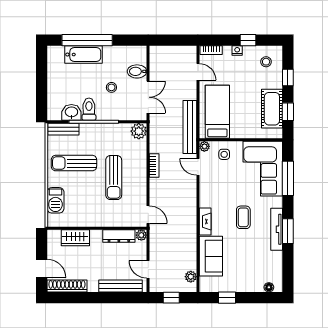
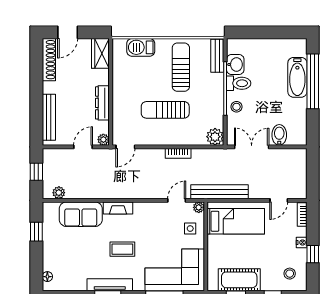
stool: (111, 87) -> (236, 107), moved
double door: (148, 97) -> (252, 147), swing flipped
dresser: (119, 236) -> (102, 103), moved
wardrobe: (75, 238) -> (100, 53), moved
door: (148, 269) -> (83, 147), moved

